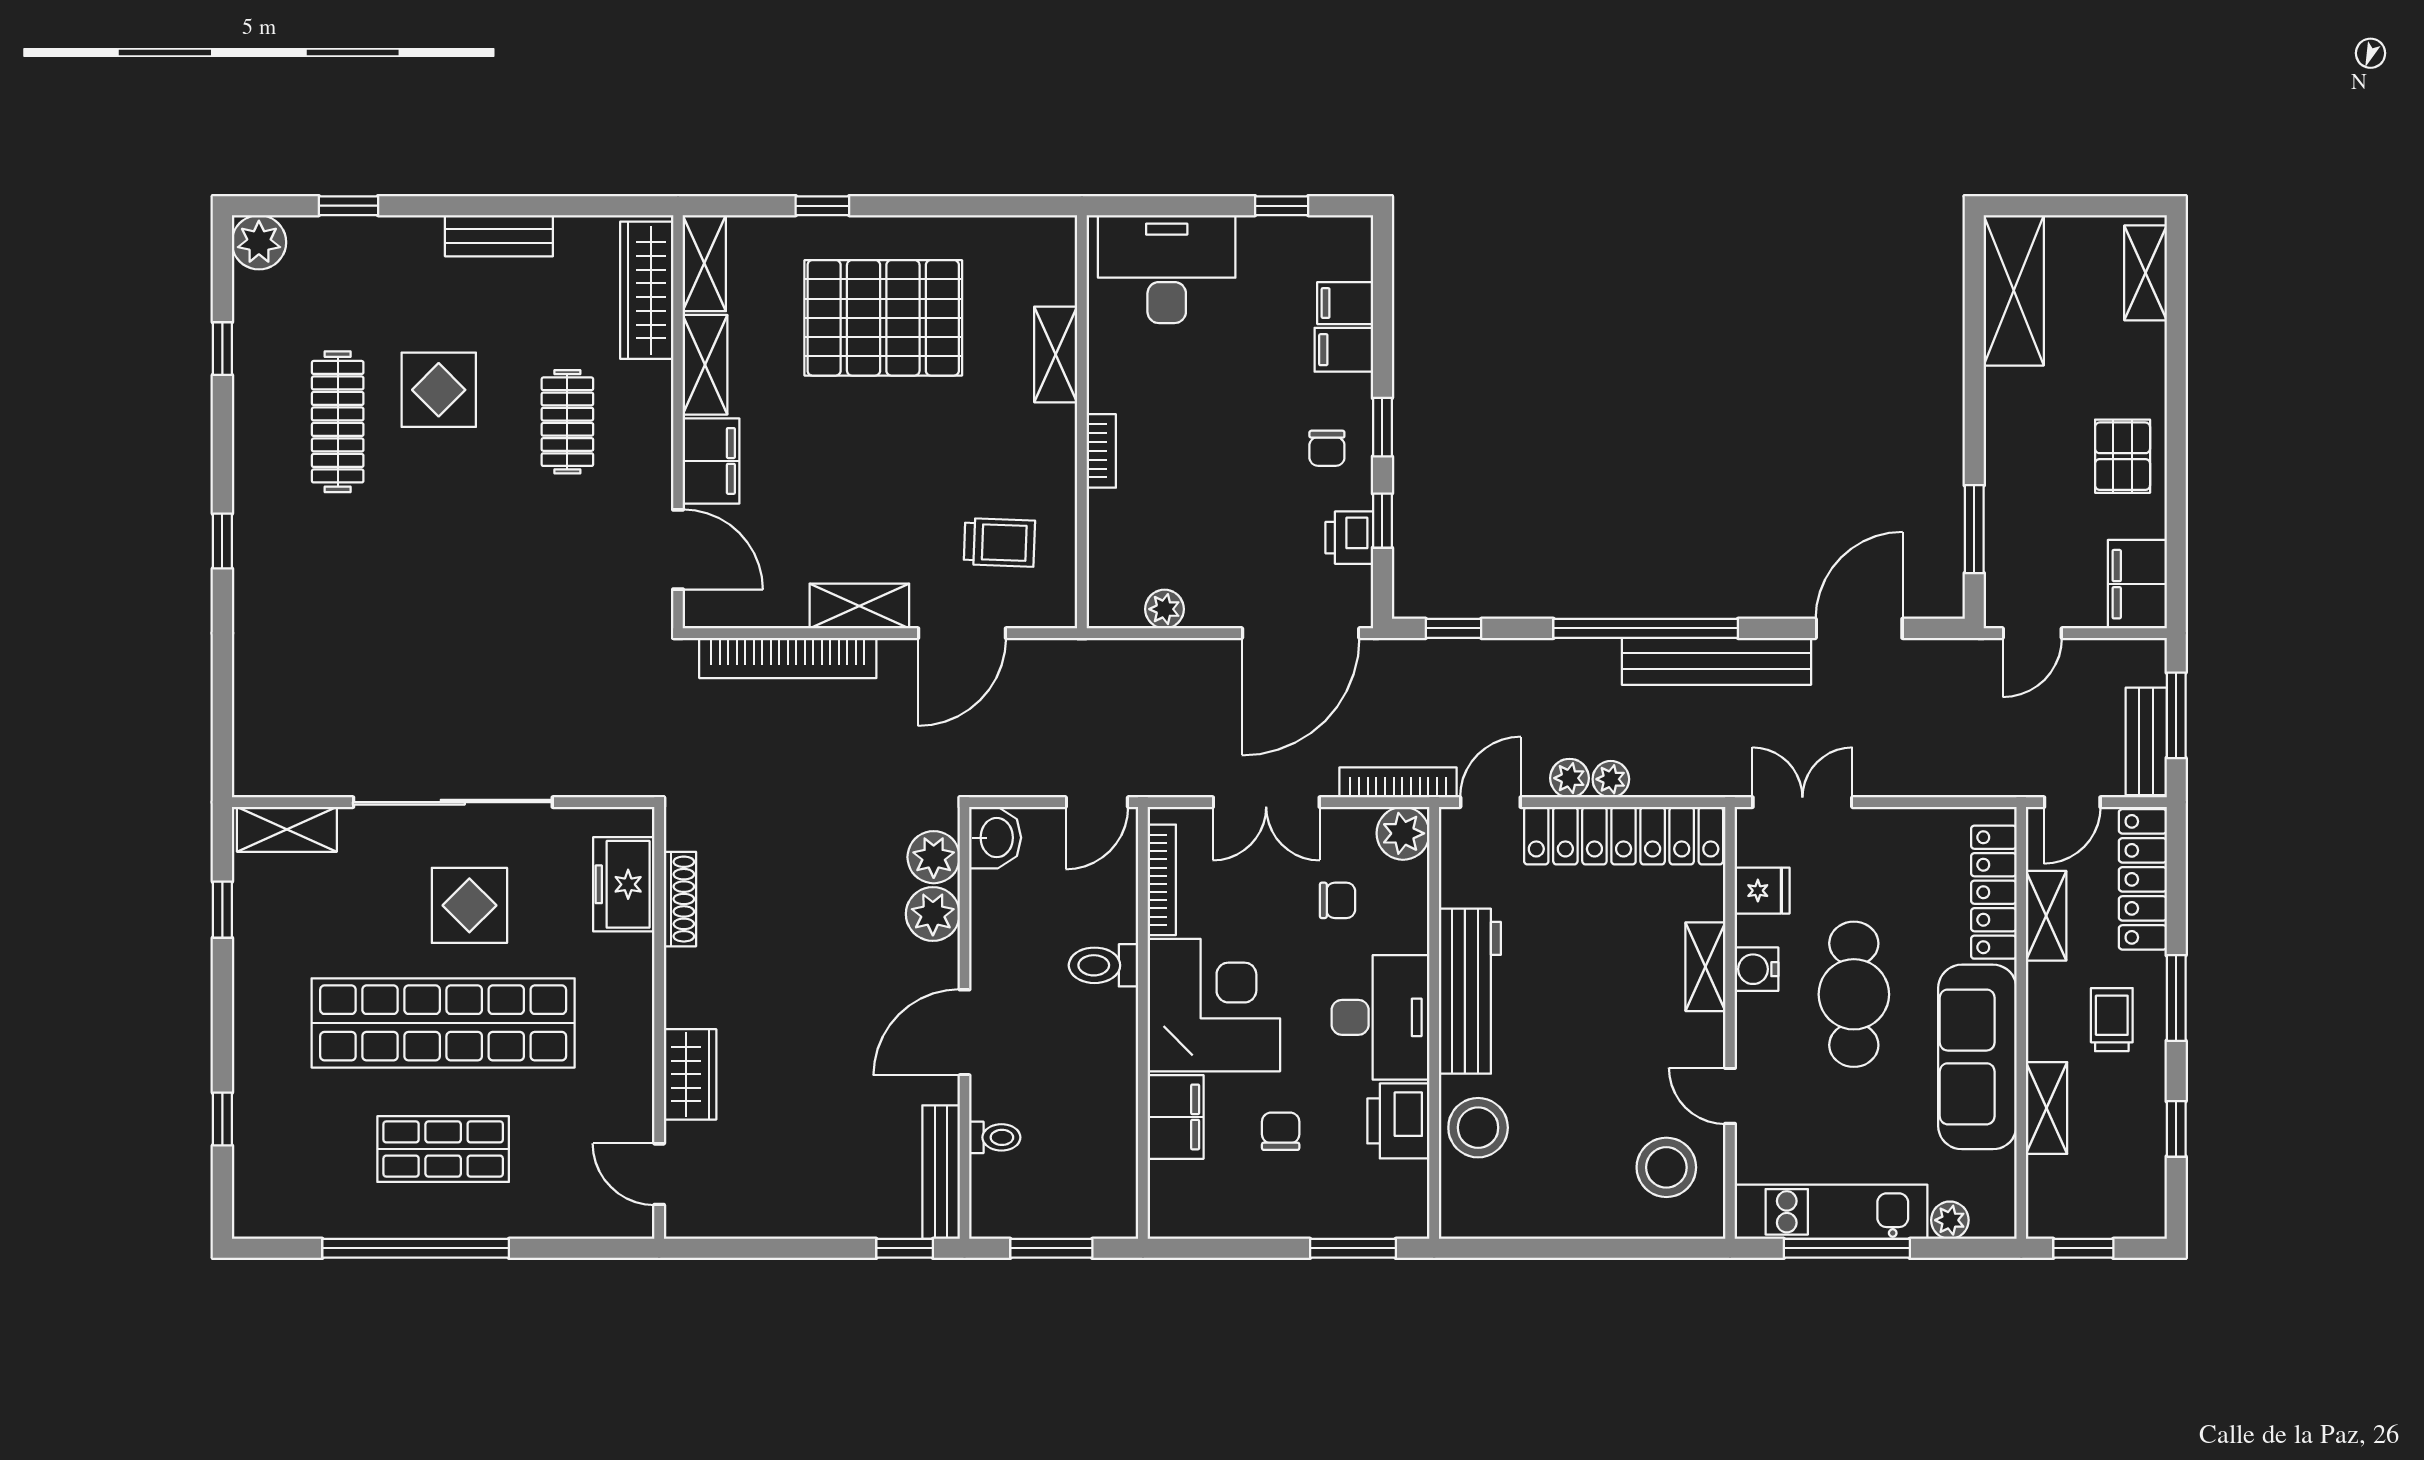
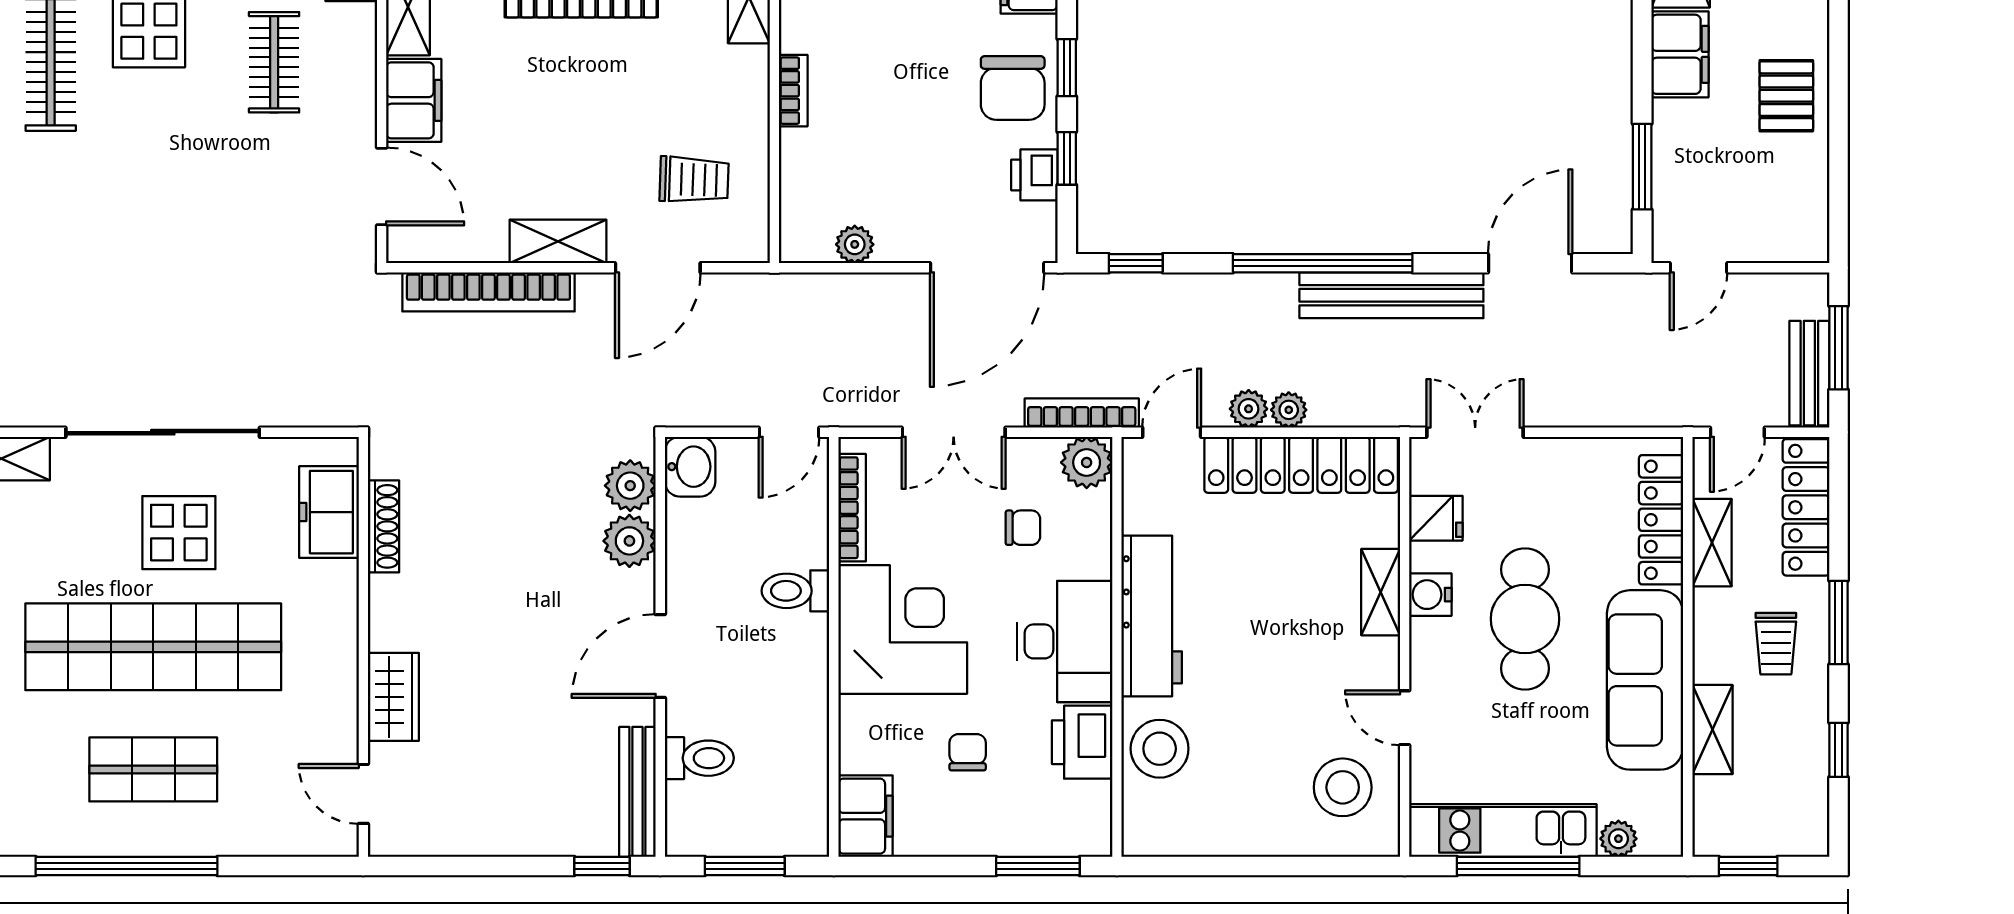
chair: (1327, 448) -> (1013, 88), width x1.87, depth x1.87
filing cabinet: (2137, 584) -> (1680, 54), moved, turned 180
trolley: (2112, 1020) -> (1776, 644), turned 180
filing cabinet: (1176, 1117) -> (865, 816), moved
toilet: (995, 1137) -> (699, 758), width x1.37, depth x1.39

